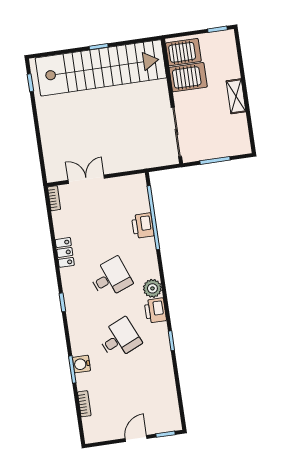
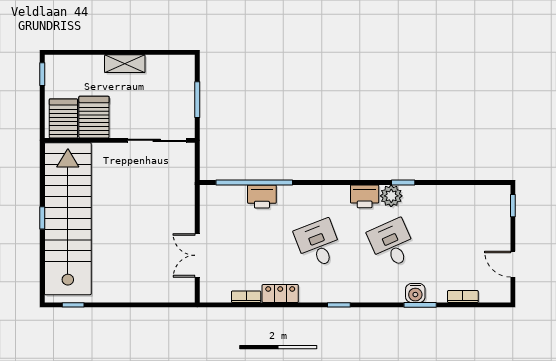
bookcase: (54, 198) -> (246, 297), moved
plant: (152, 288) -> (391, 196), moved
door: (136, 439) -> (513, 264), moved

